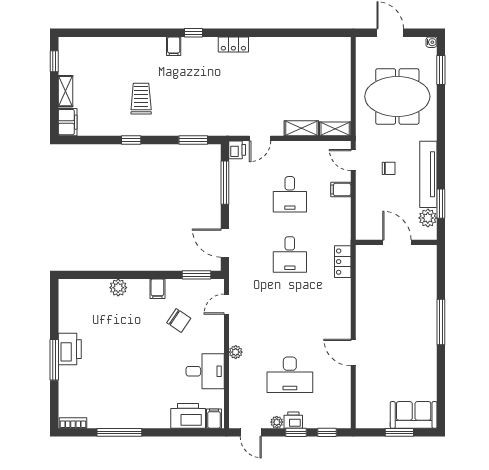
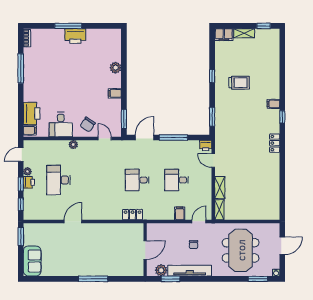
window: (225, 183) -> (173, 137), moved
chair: (179, 321) -> (88, 125), moved
window: (399, 432) -> (21, 237), moved

